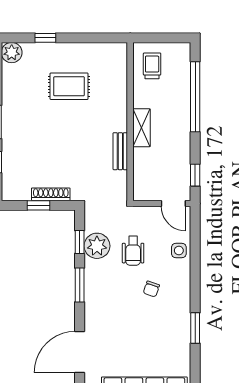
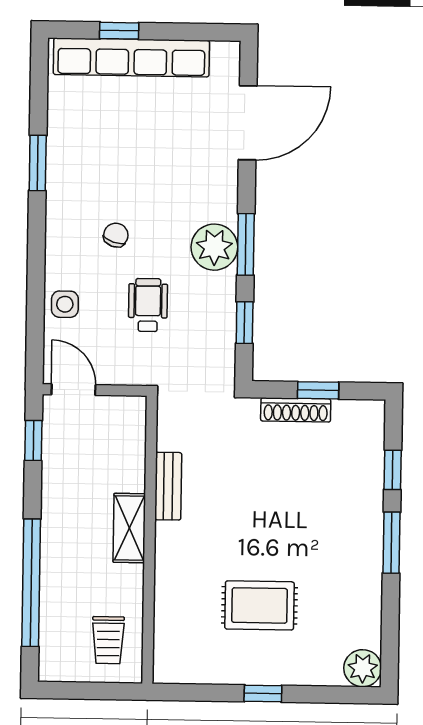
window: (45, 38) -> (263, 694), moved
plant: (97, 246) -> (214, 247), moved

